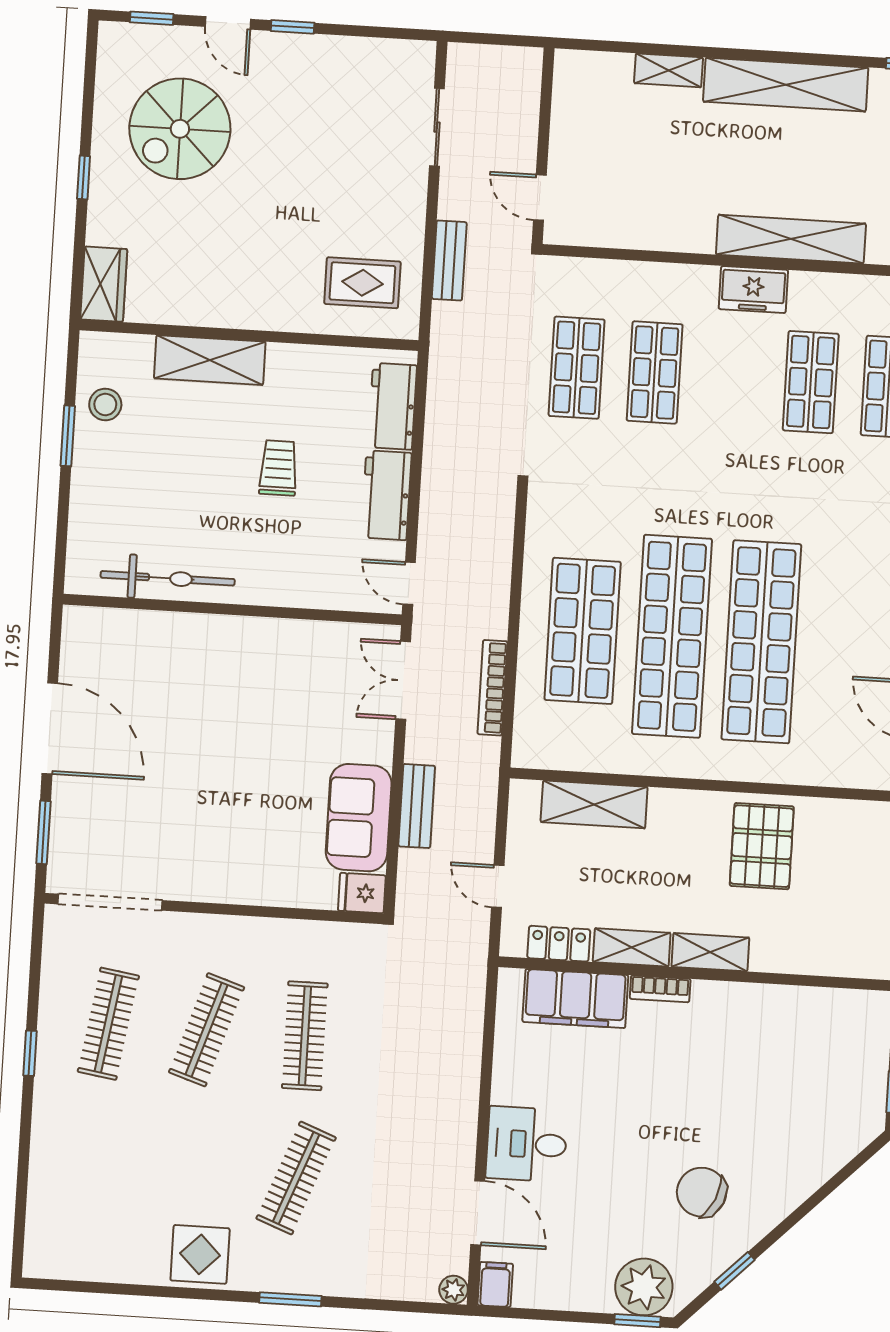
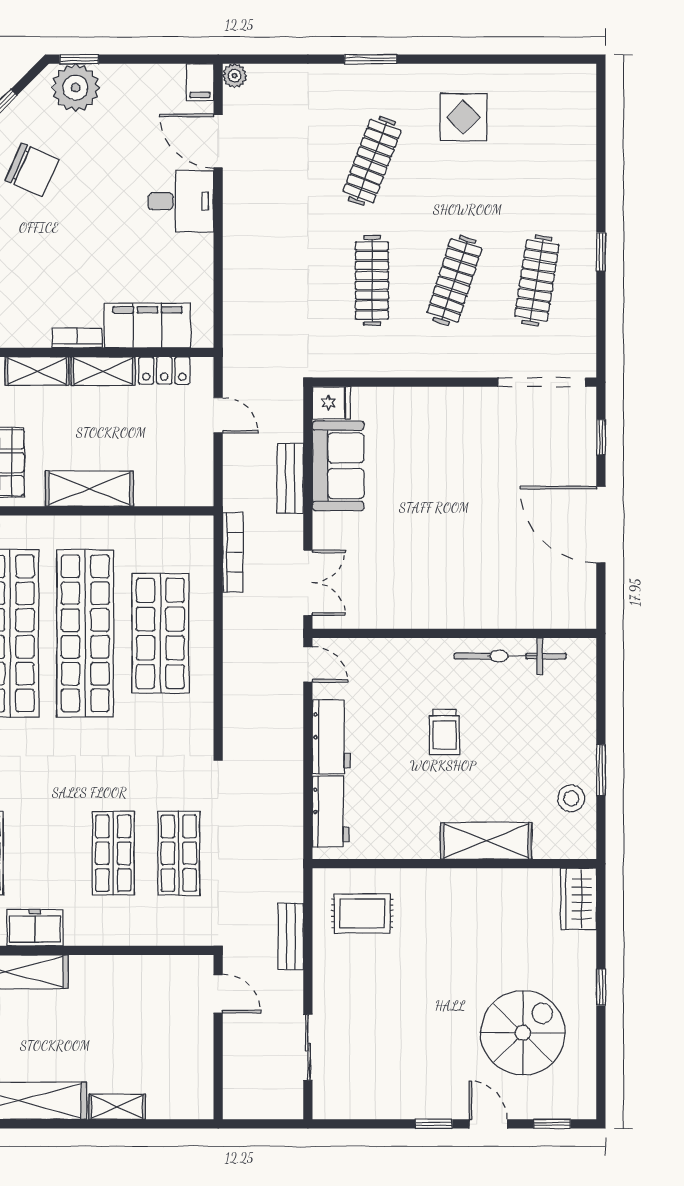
trolley: (278, 468) -> (444, 732), moved
bookcase: (492, 688) -> (233, 552), moved
shelving: (594, 804) -> (89, 489), moved
window: (44, 832) -> (601, 437), width x0.67
display table: (200, 1254) -> (463, 117), moved

